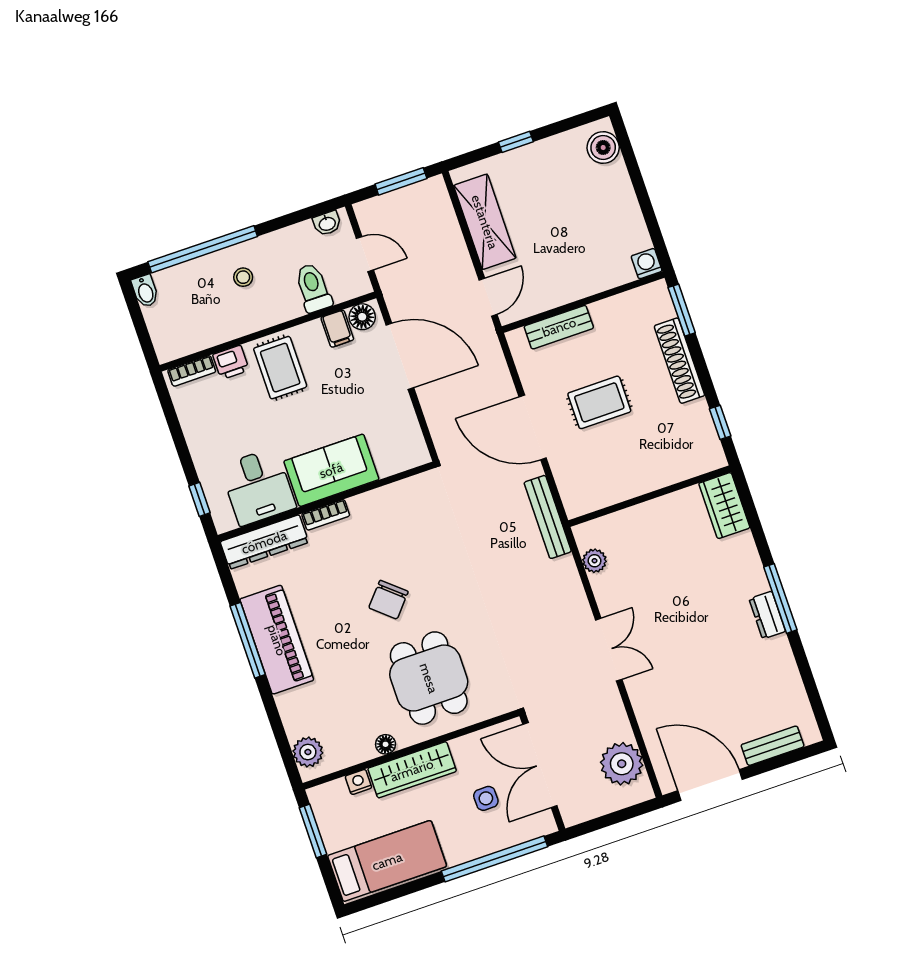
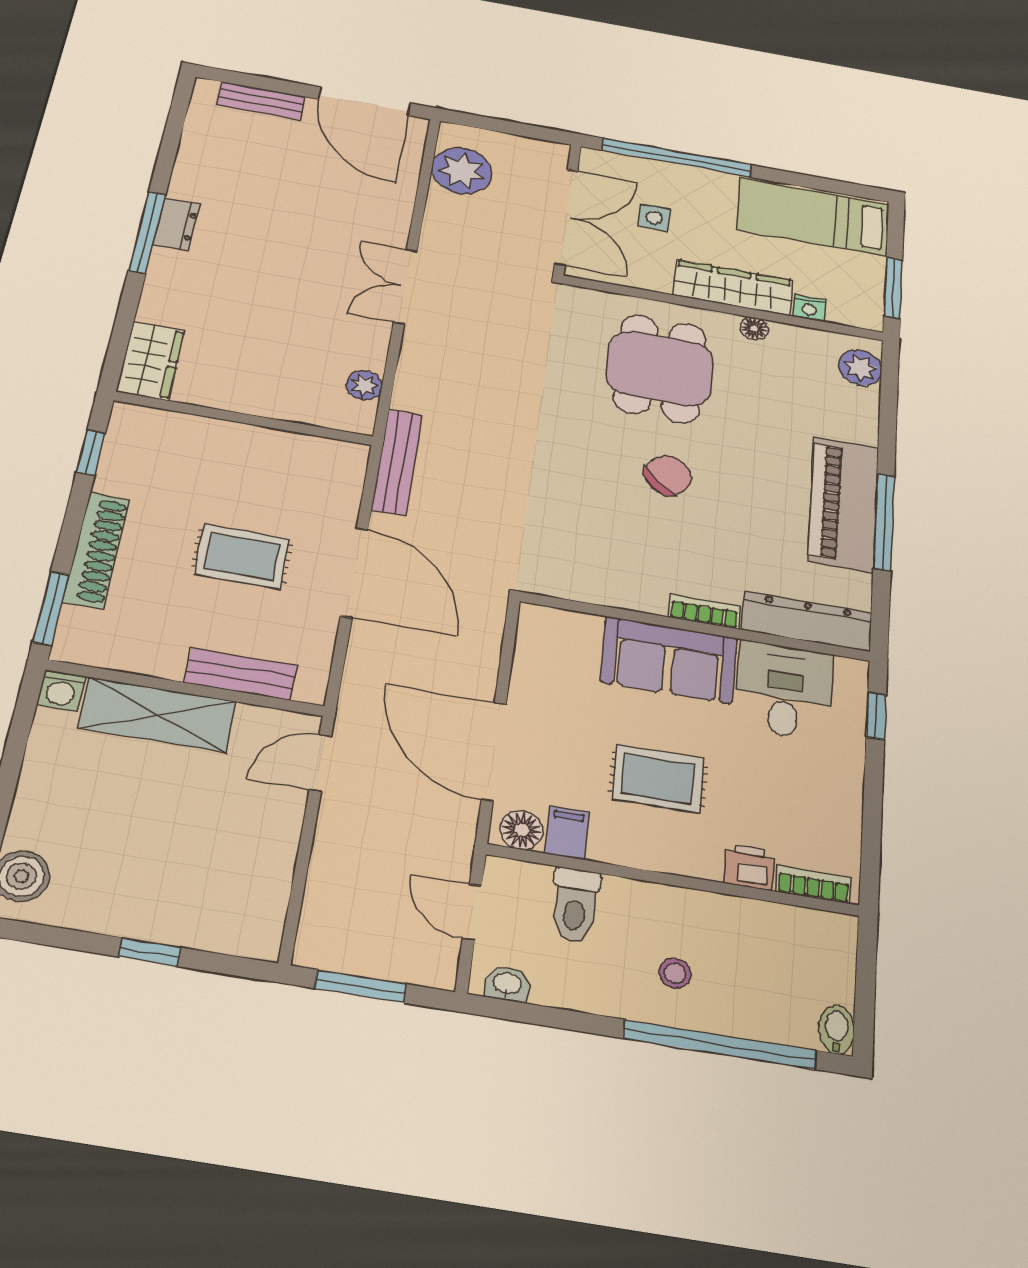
shelving: (485, 222) -> (157, 715), moved, turned 90
rug: (280, 368) -> (658, 779), moved, turned 90

